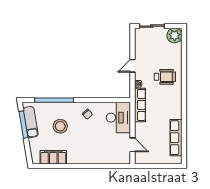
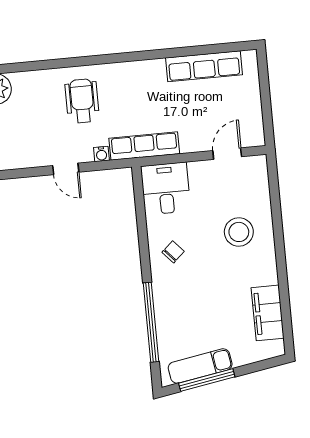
desk: (118, 118) -> (166, 189), width x0.73
stool: (60, 126) -> (239, 232), moved

